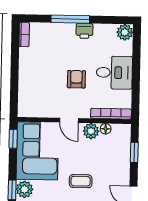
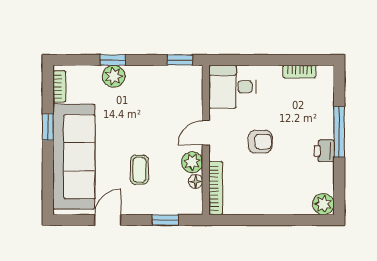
bookcase: (24, 34) -> (299, 72), moved
desk: (114, 73) -> (232, 87), moved, turned 90
corner sofa: (37, 151) -> (165, 92), removed
coffee table: (81, 181) -> (139, 170), moved

